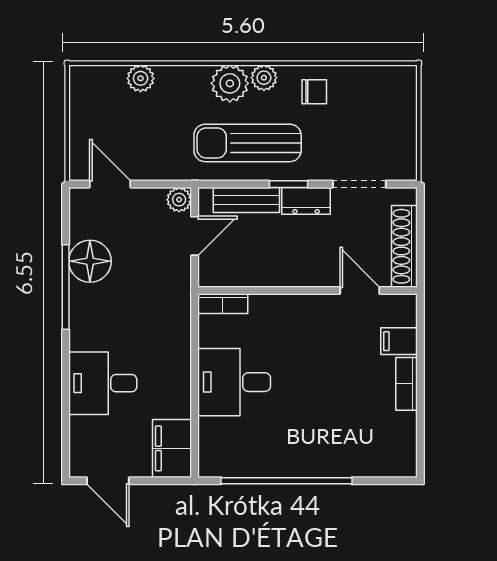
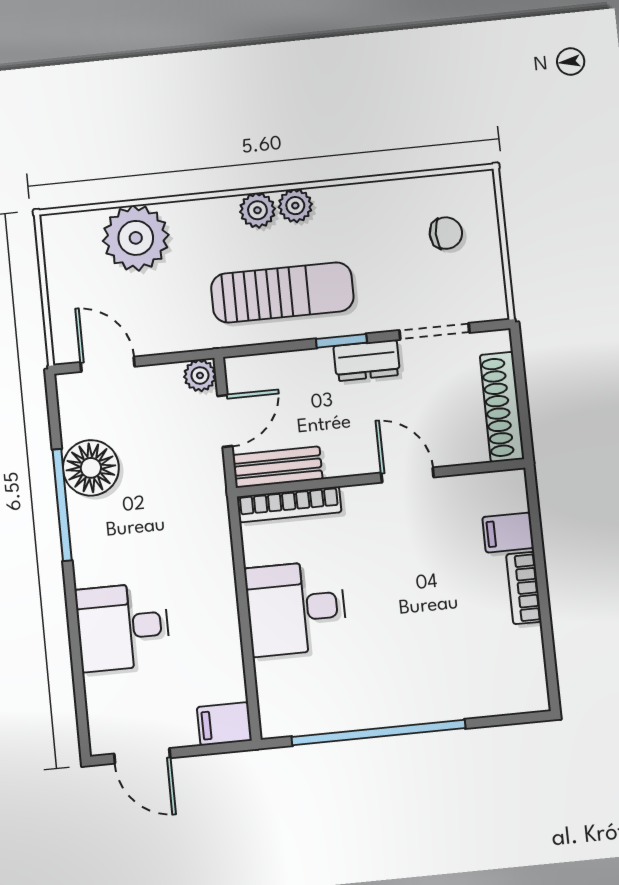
plant: (141, 78) -> (136, 238), width x1.87, depth x1.87
plant: (230, 83) -> (257, 210), width x0.73, depth x0.73
chair: (314, 92) -> (446, 233), moved
sun lounger: (248, 143) -> (282, 292), turned 180
bench: (246, 200) -> (278, 467), moved
door: (360, 291) -> (407, 475), moved
bookcase: (223, 304) -> (289, 504), width x1.56
filing cabinet: (172, 448) -> (224, 724), width x0.50

